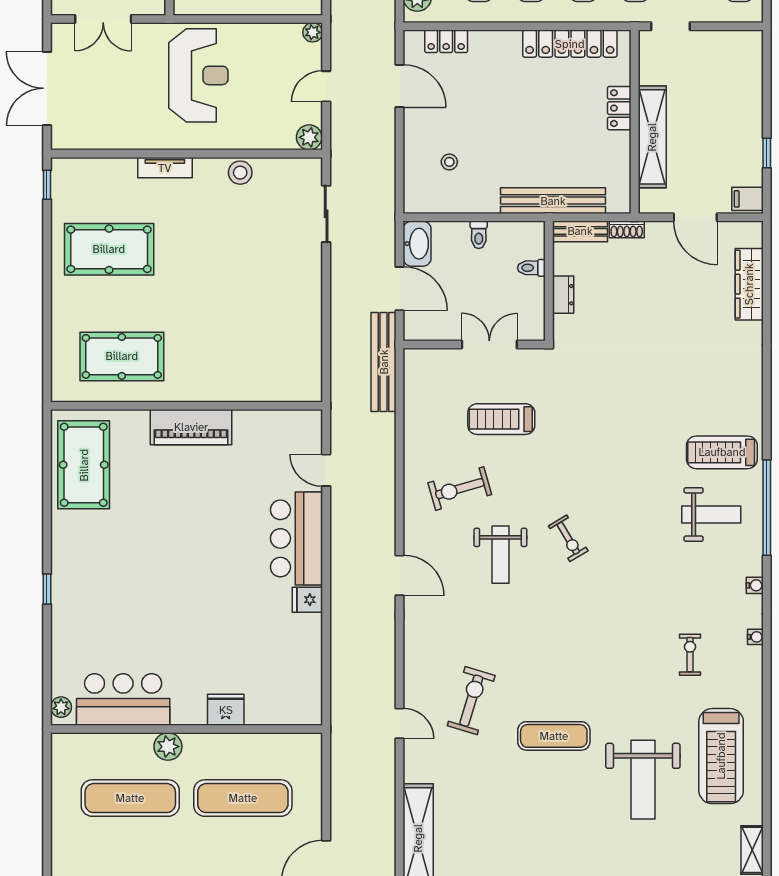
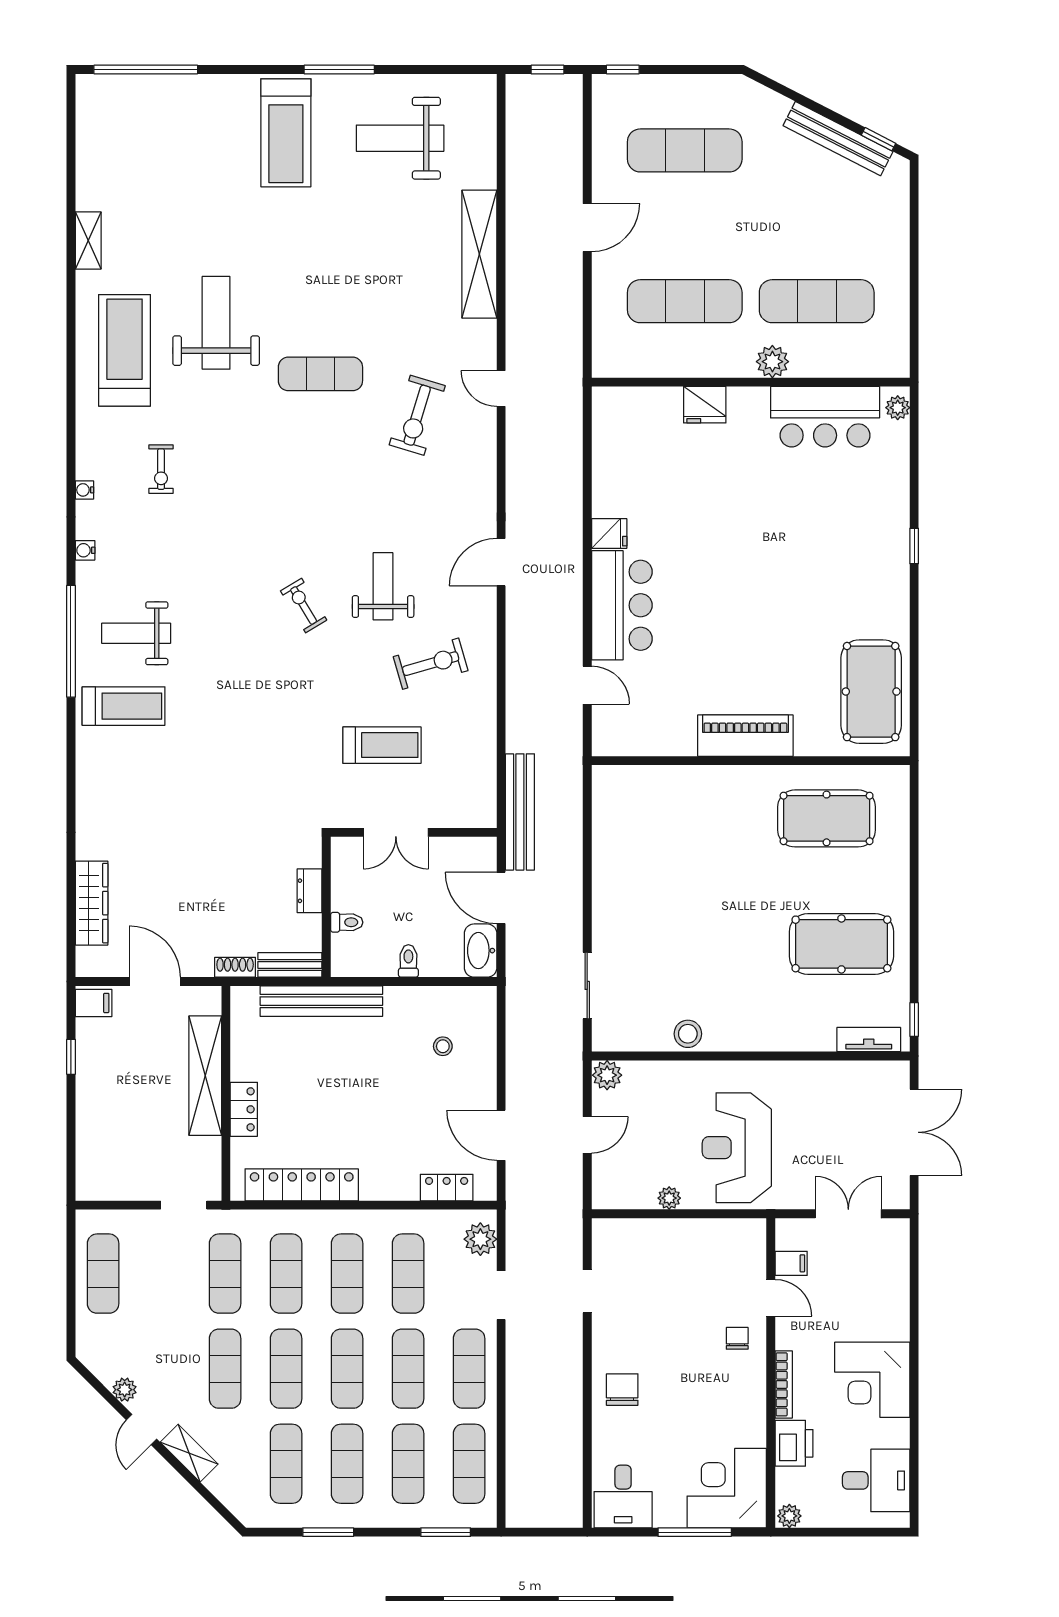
plant: (313, 32) -> (669, 1198), moved
tv unit: (165, 168) -> (869, 1040), moved
door: (400, 575) -> (501, 562), hinge flipped

